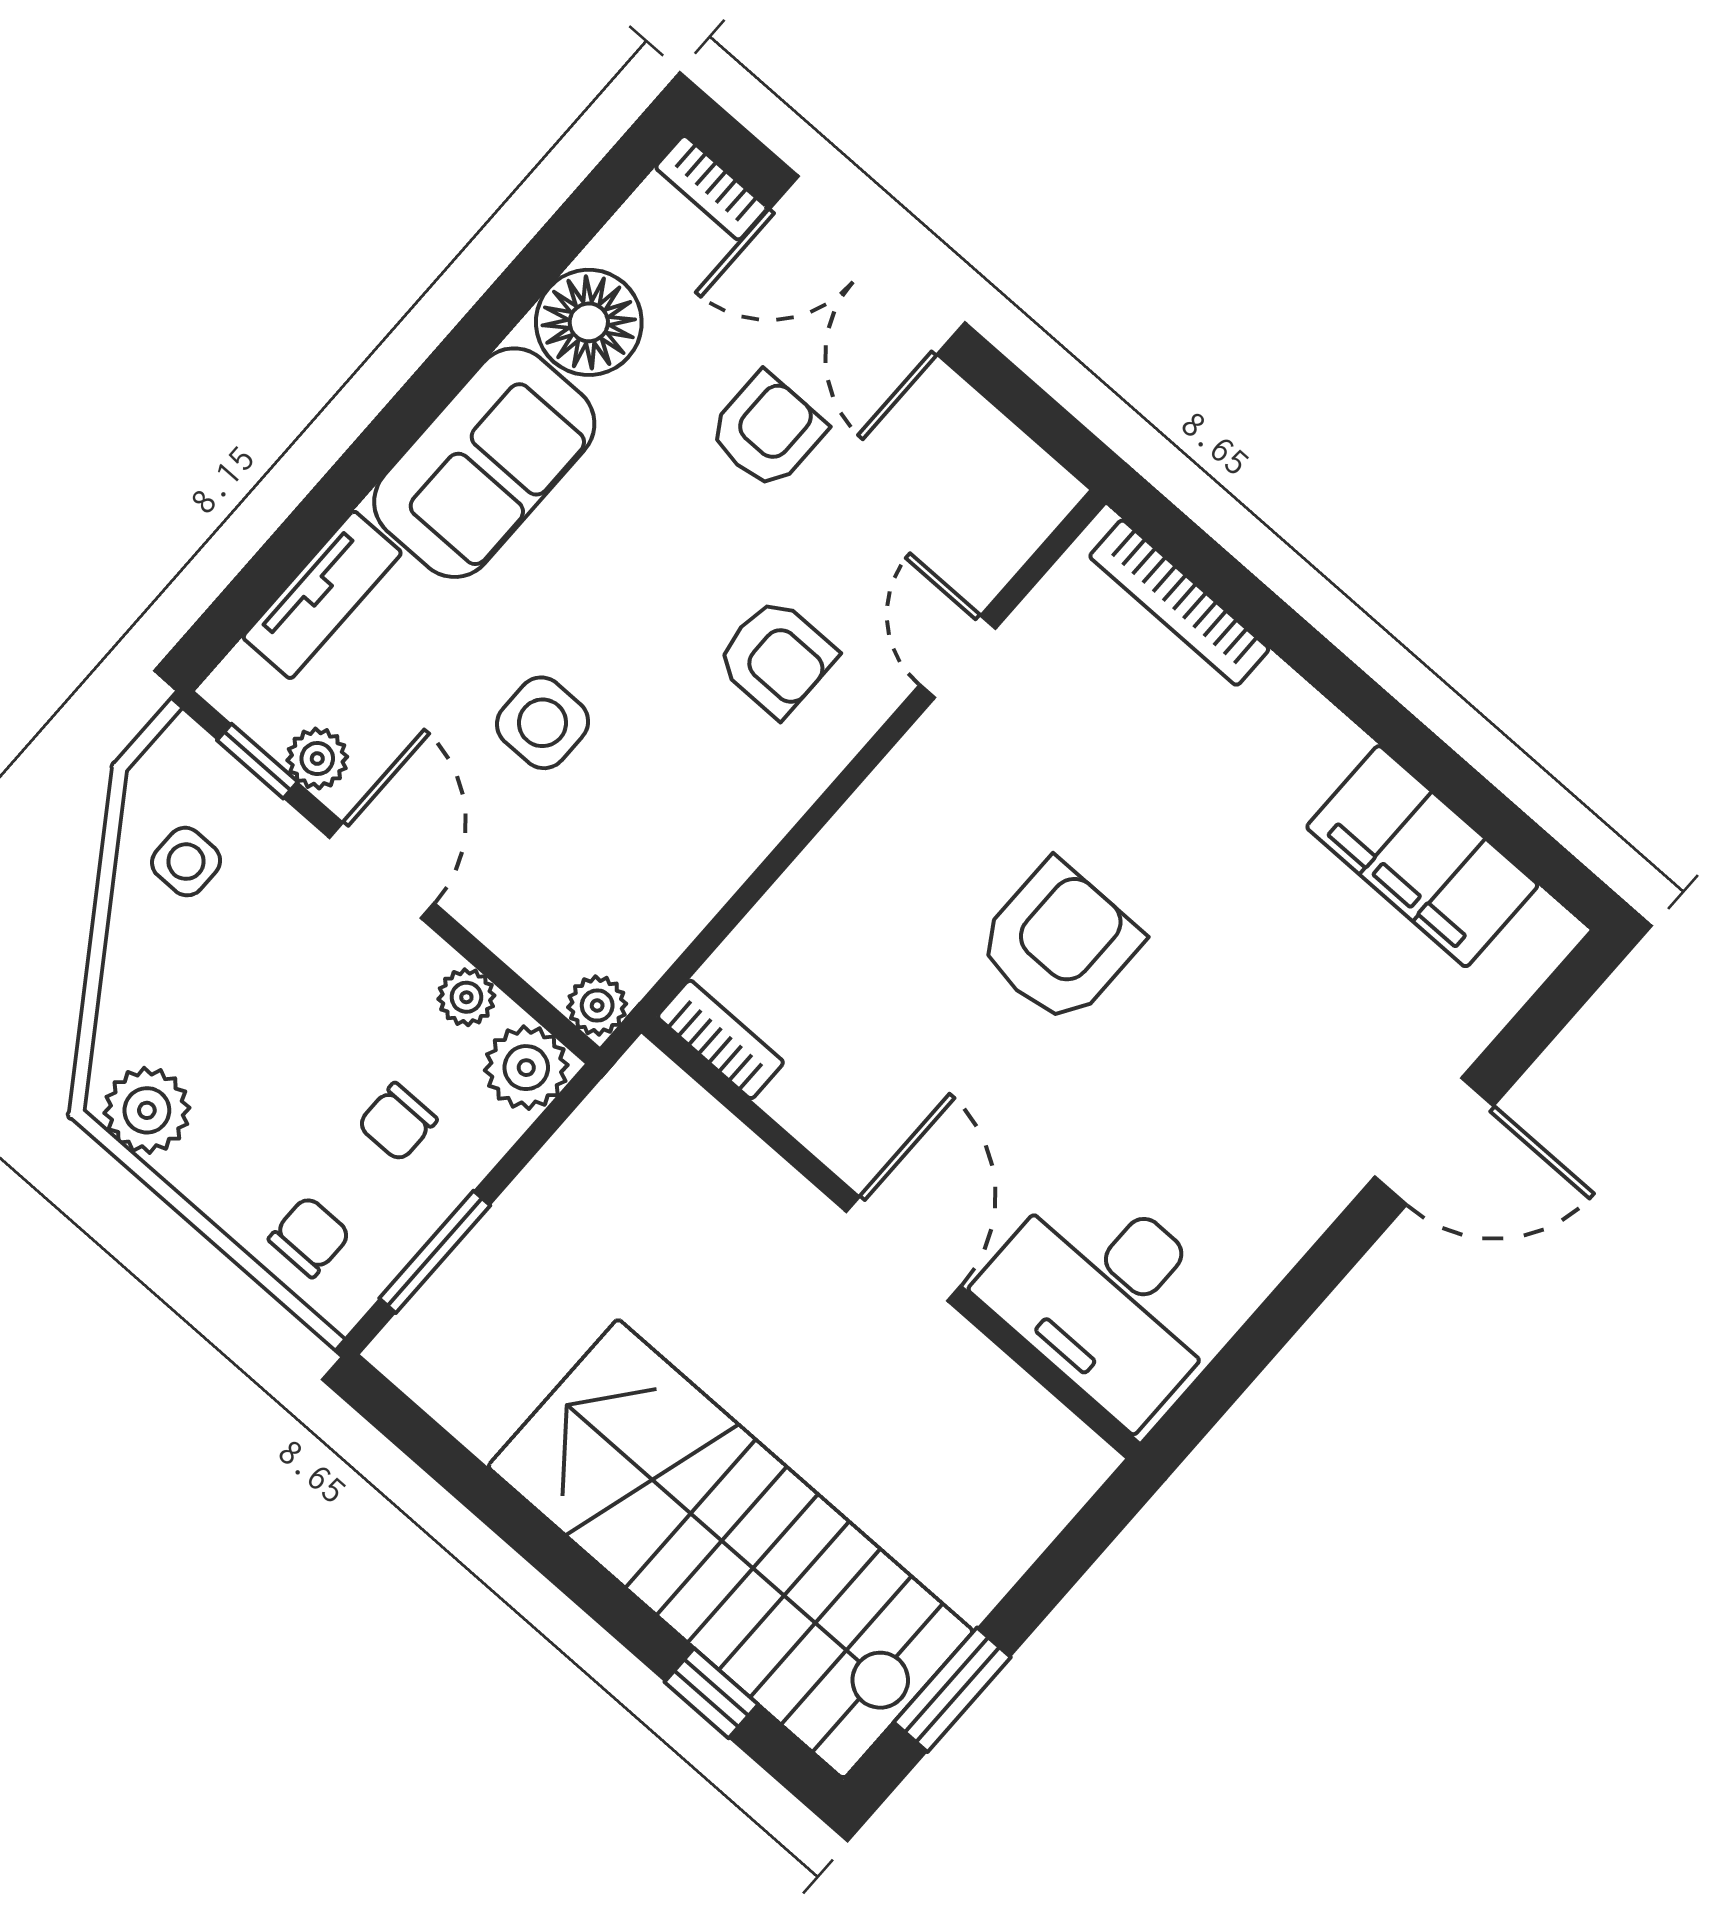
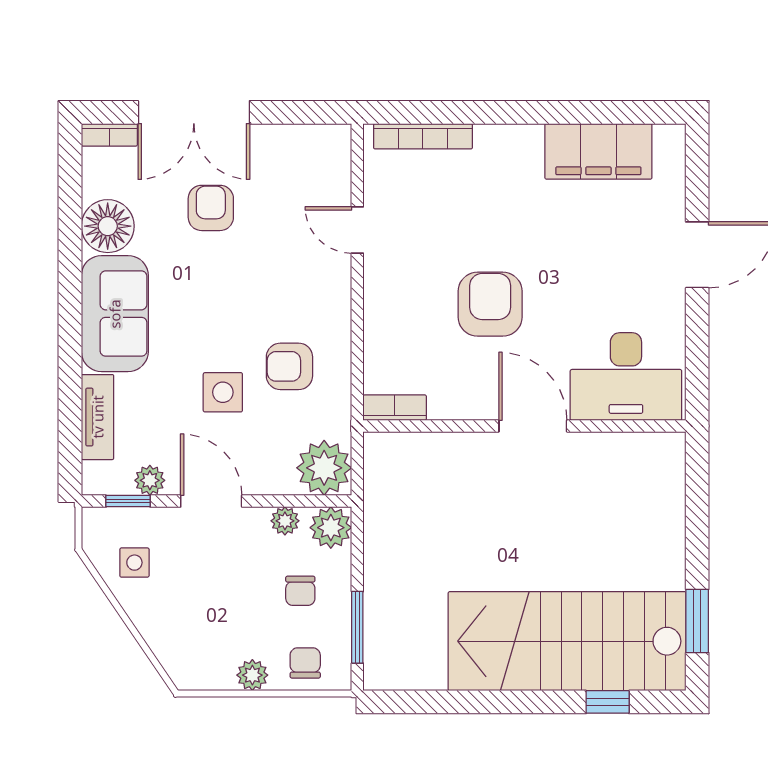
armchair: (776, 657) -> (289, 366), moved, turned 180
plant: (597, 1005) -> (324, 468), width x1.87, depth x1.87
bookcase: (720, 1039) -> (395, 408), moved
plant: (147, 1110) -> (252, 675), moved, width x0.73, depth x0.73
wall: (891, 1238) -> (524, 426), moved
door: (903, 1249) -> (533, 426), moved
desk: (1108, 1297) -> (626, 376), moved

